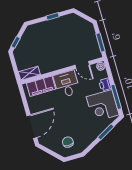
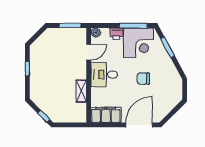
shelving: (29, 73) -> (81, 91), moved
filing cabinet: (41, 86) -> (106, 115), moved, turned -90
door: (32, 127) -> (139, 125), hinge flipped
chair: (68, 142) -> (143, 79), moved

